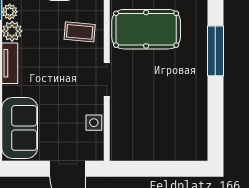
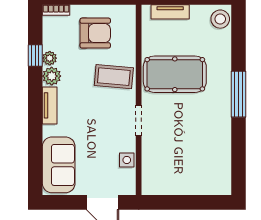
coffee table: (80, 32) -> (114, 77), width x1.36, depth x1.30

